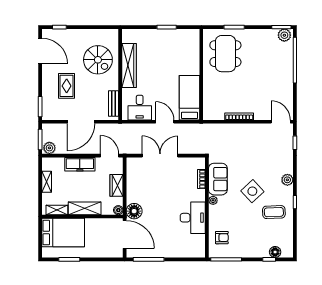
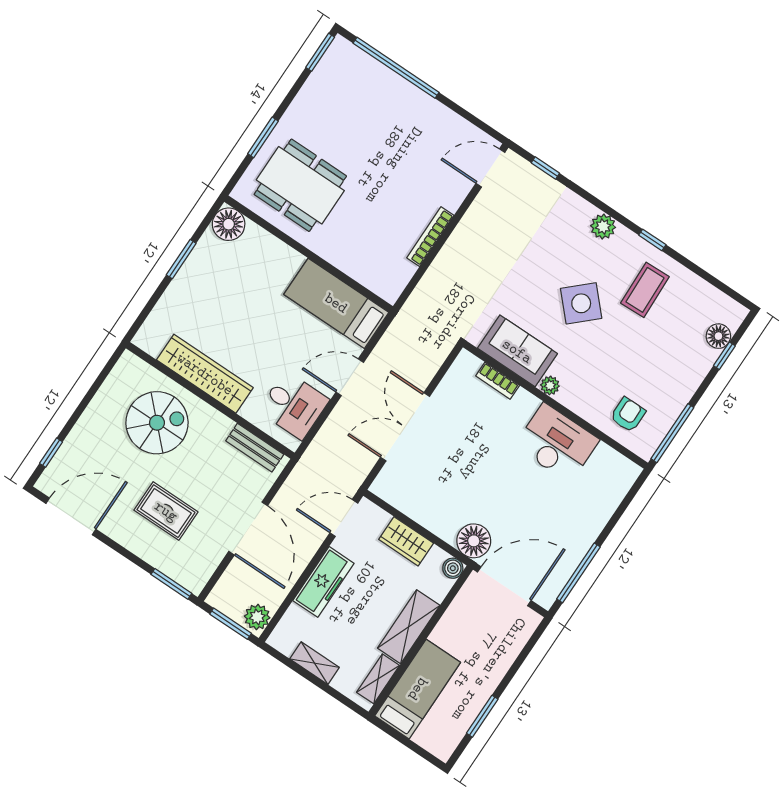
plant: (284, 35) -> (339, 56), removed
floor lamp: (192, 36) -> (229, 224), added
bed: (63, 233) -> (418, 689), width x0.67

